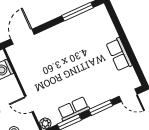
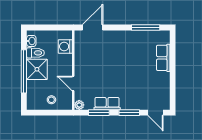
row of seats: (119, 54) -> (163, 58), moved

